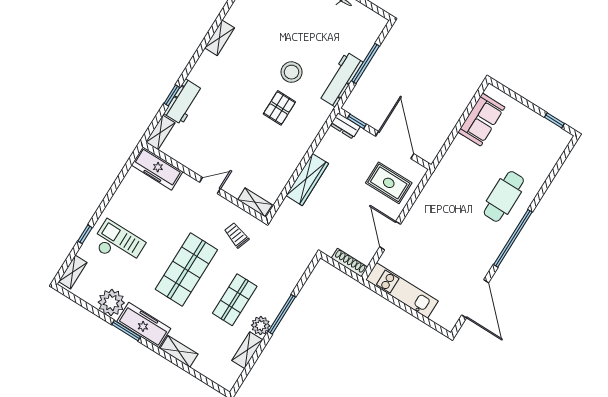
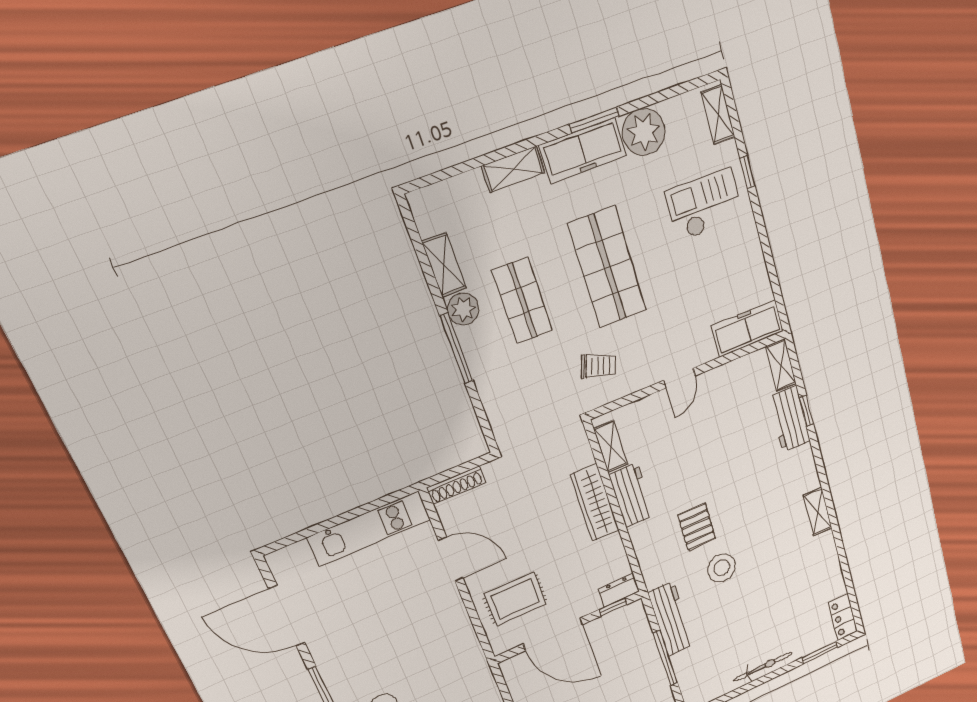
workbench: (289, 162) -> (631, 495), added
shelving: (255, 202) -> (611, 446), moved, turned 90
checkout: (118, 244) -> (704, 205), turned 180

